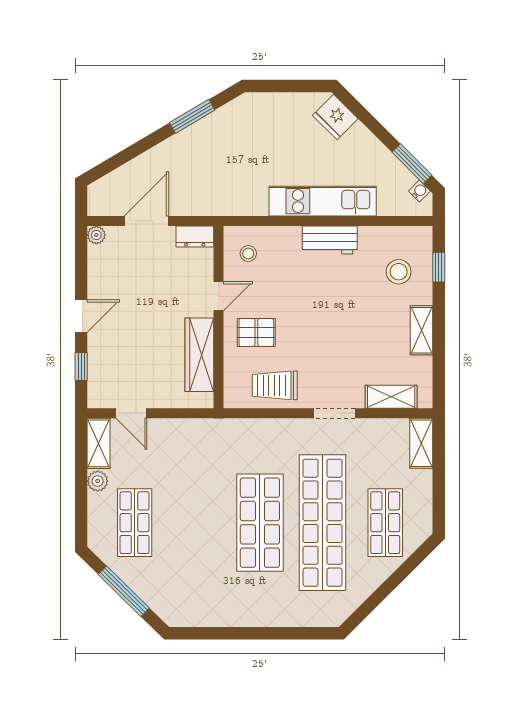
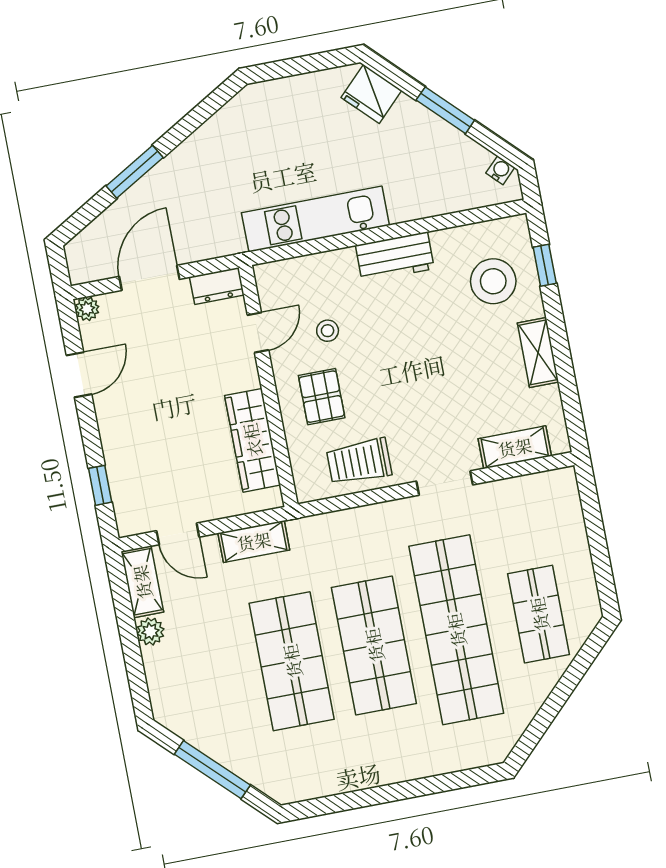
window: (192, 116) -> (135, 172), moved
window: (412, 164) -> (445, 110), moved
kitchen unit: (323, 201) -> (315, 219), moved
stool: (248, 253) -> (328, 331), moved
stool: (399, 272) -> (493, 281), width x1.38, depth x1.38
door: (219, 296) -> (258, 333), moved
door: (81, 316) -> (79, 375), moved
pallet: (256, 332) -> (322, 397), turned 90
shelving: (421, 443) -> (254, 541), moved, turned 90
shop shelf: (135, 523) -> (292, 661), moved, width x1.43, depth x1.36

